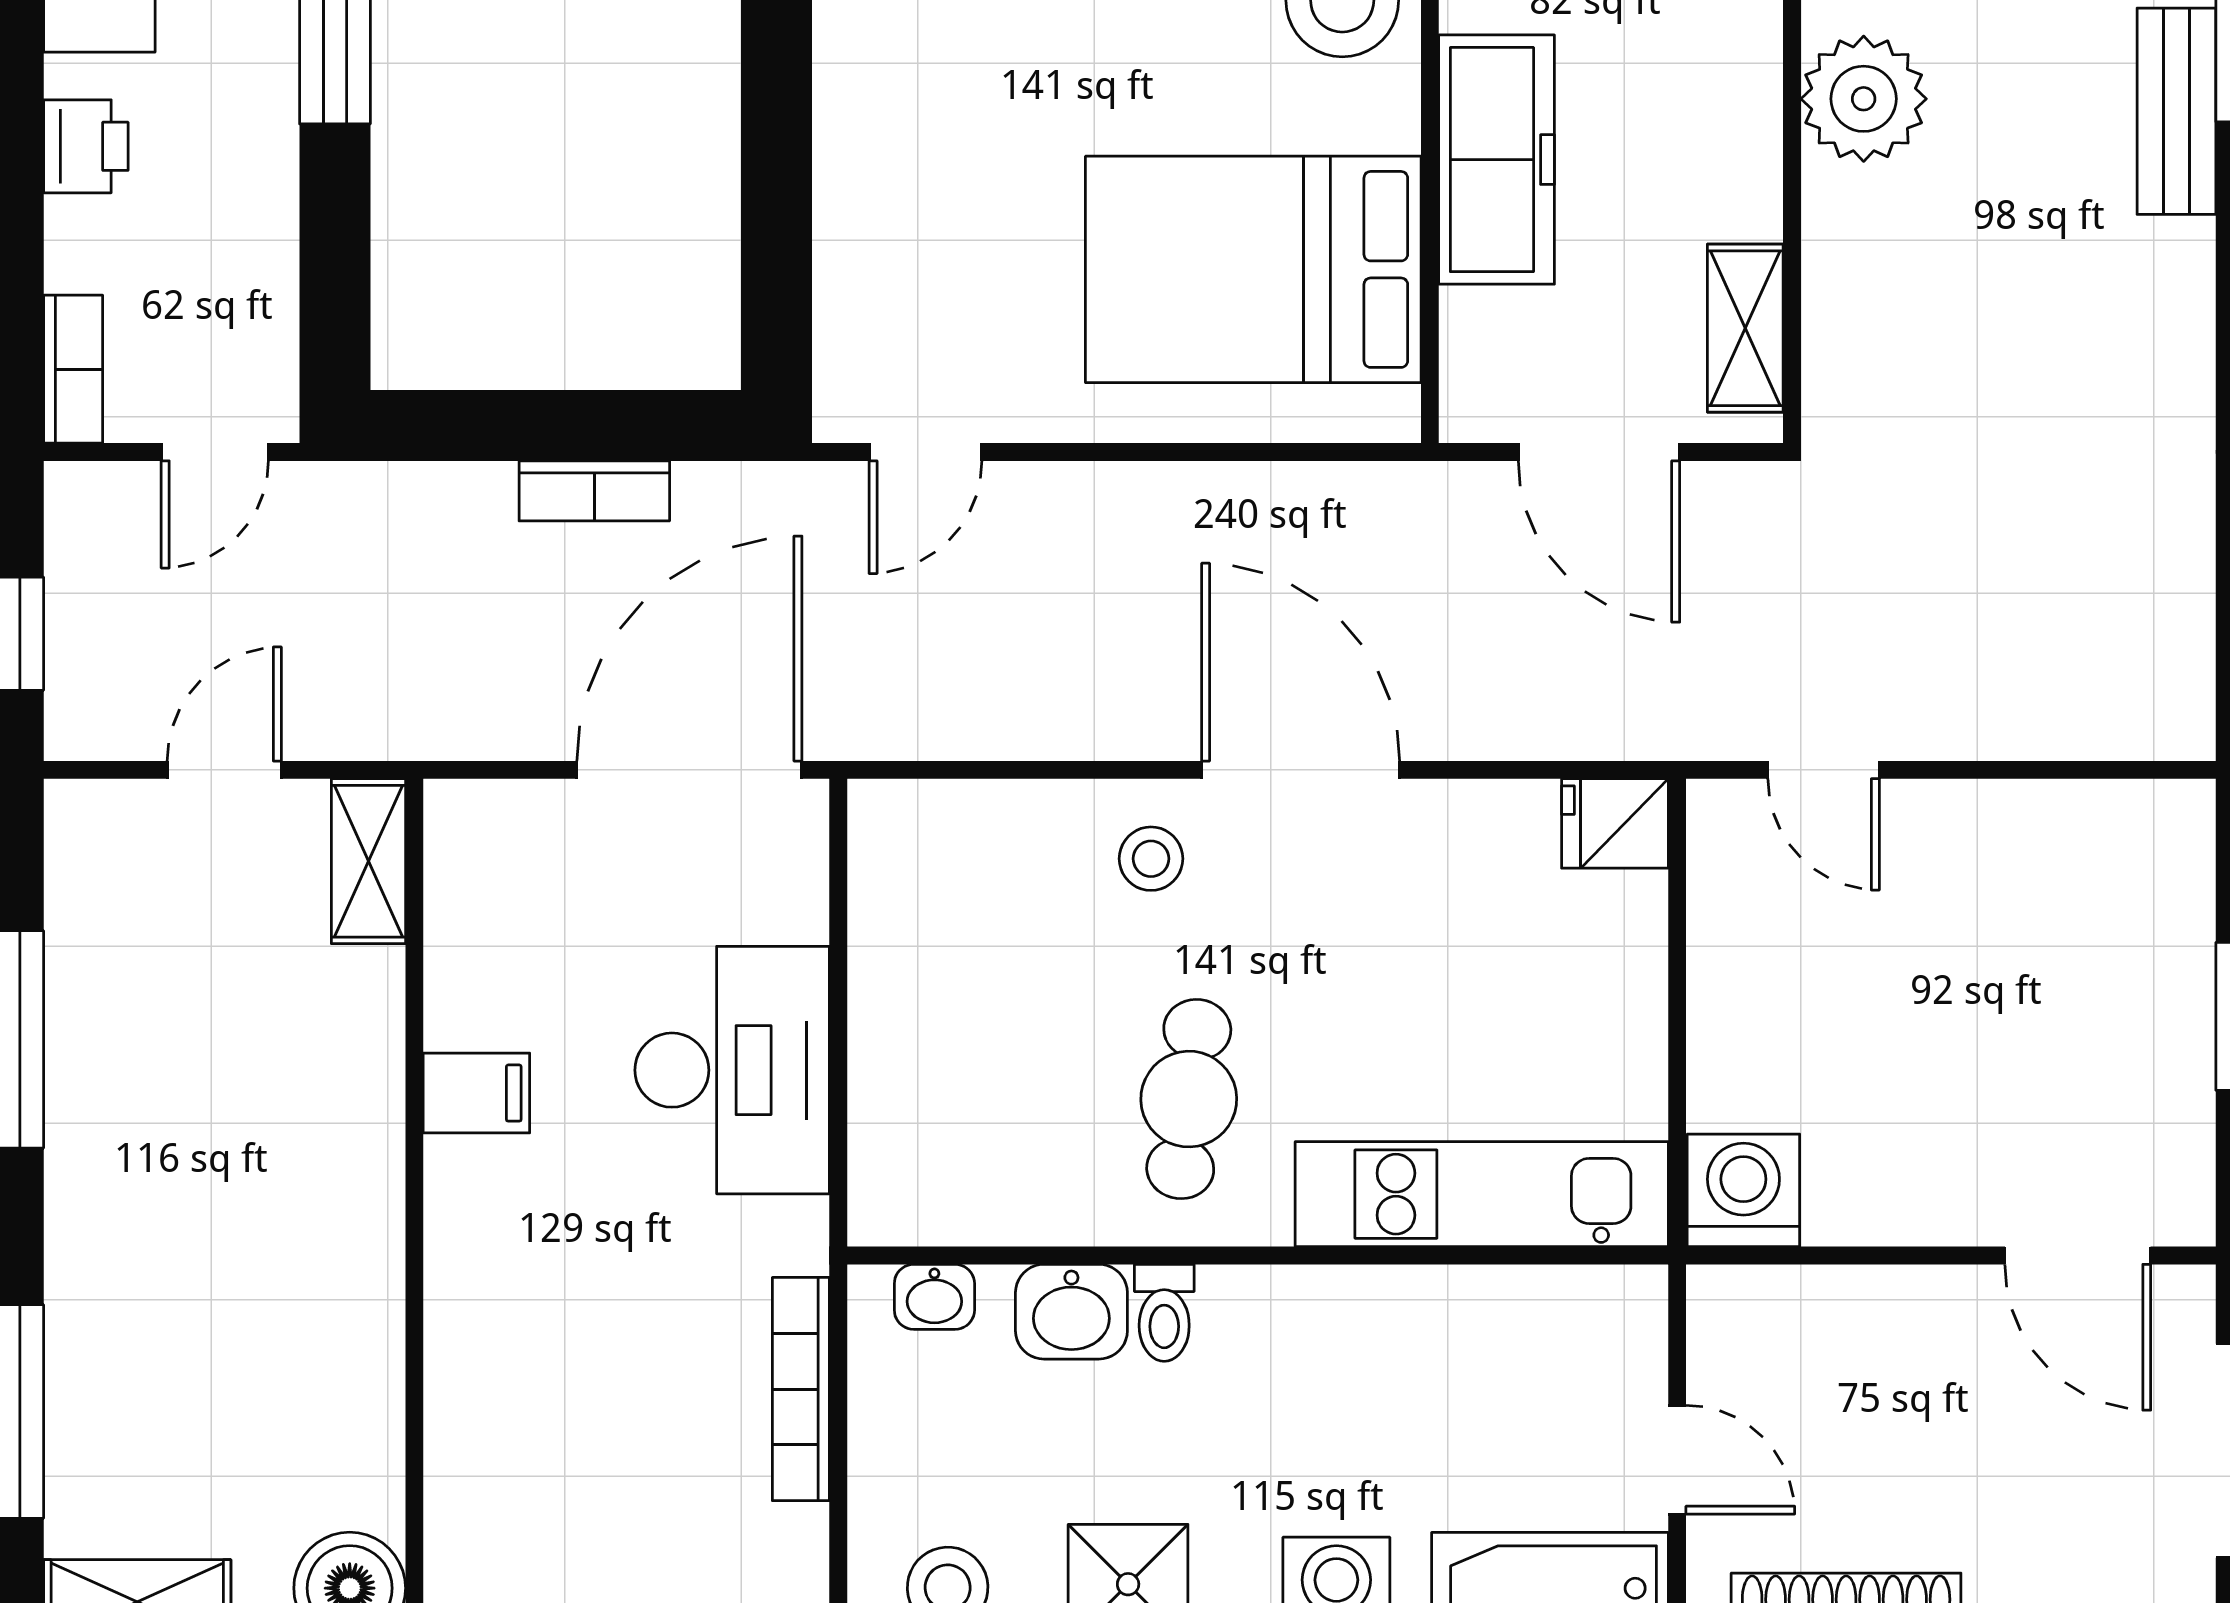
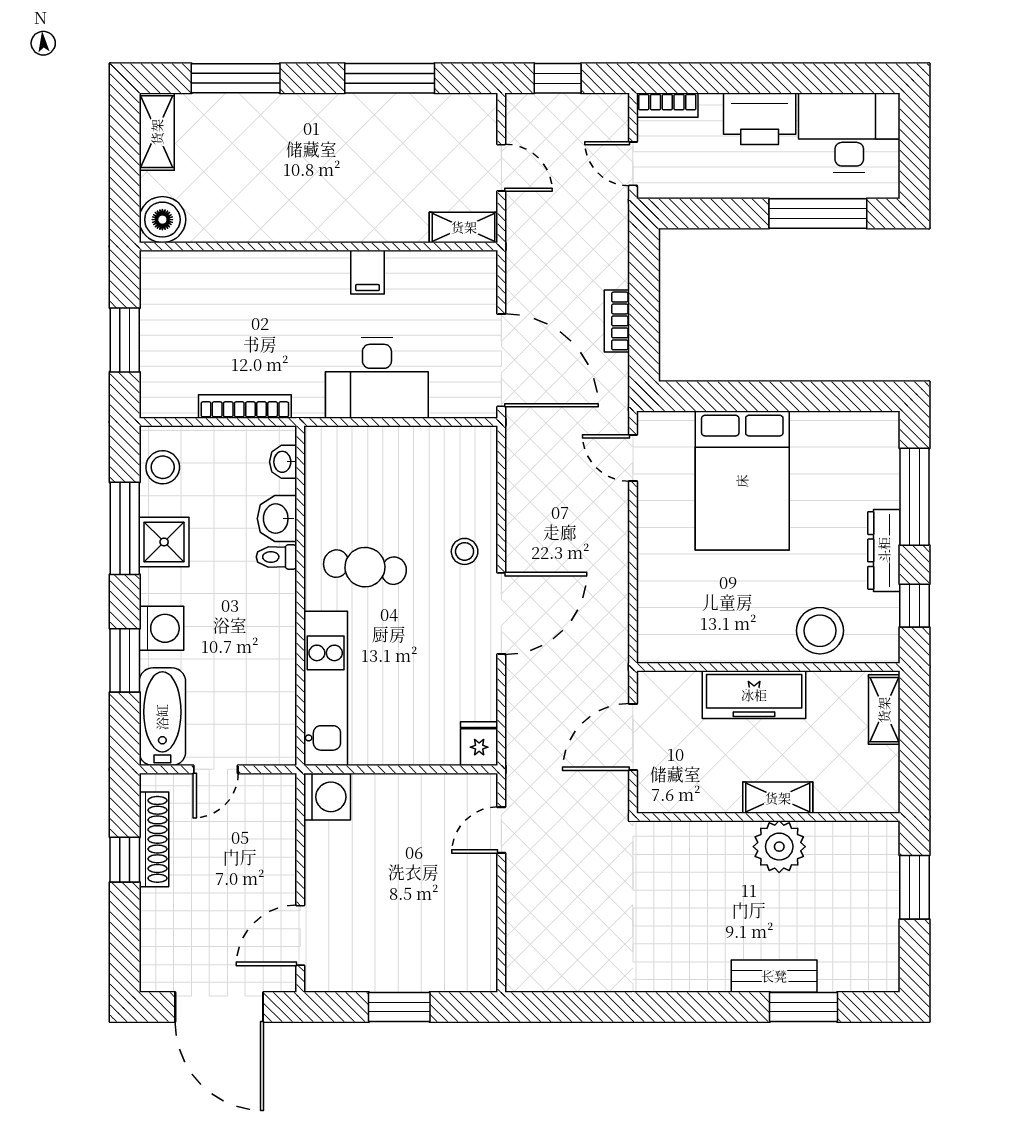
printer: (86, 146) -> (760, 119), width x1.87, depth x1.48
bed: (1253, 269) -> (742, 481), moved, turned 180
shelving: (1745, 328) -> (778, 798), moved

